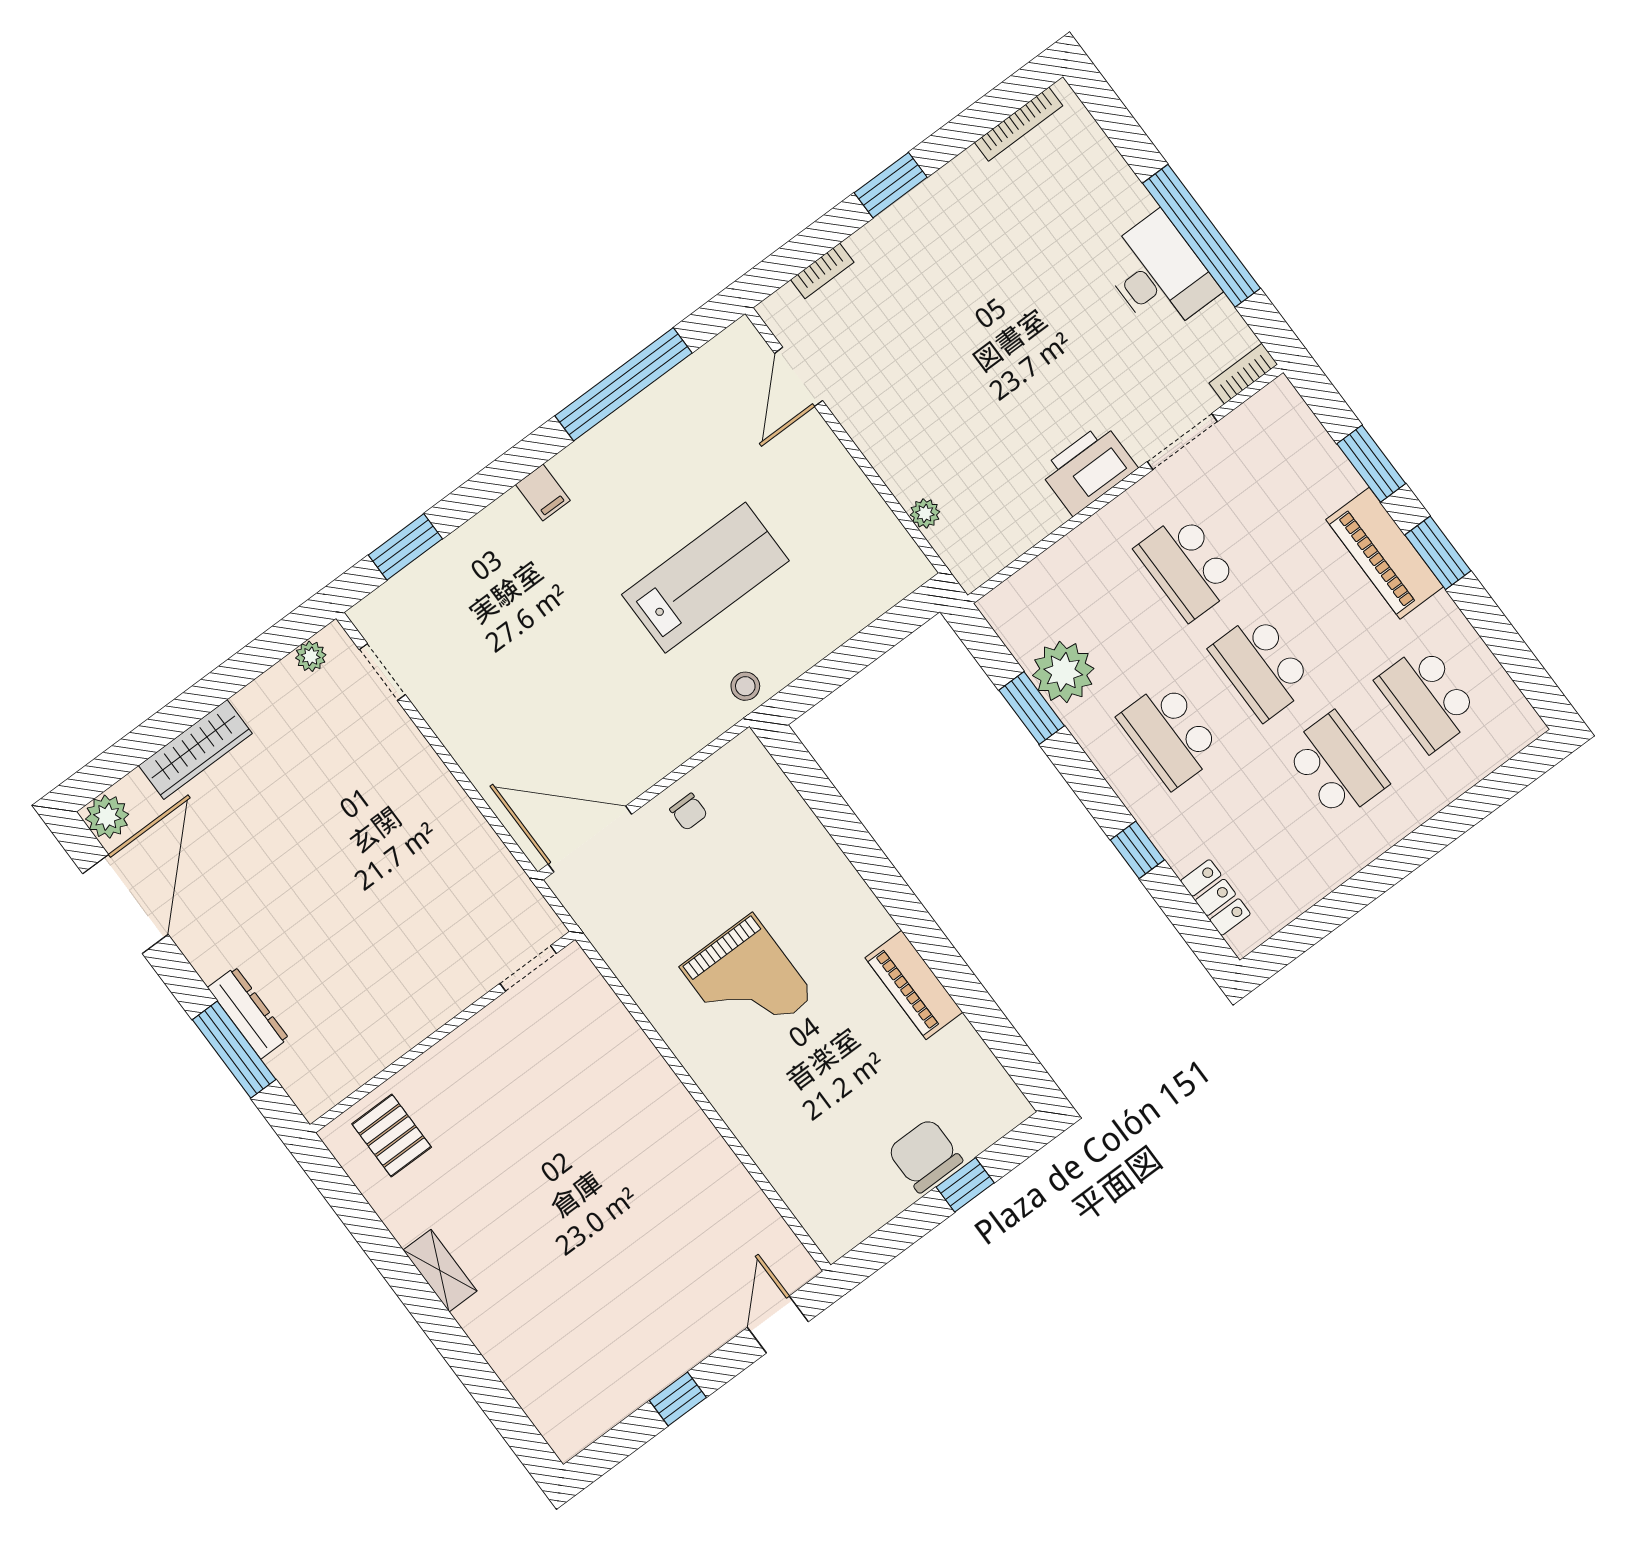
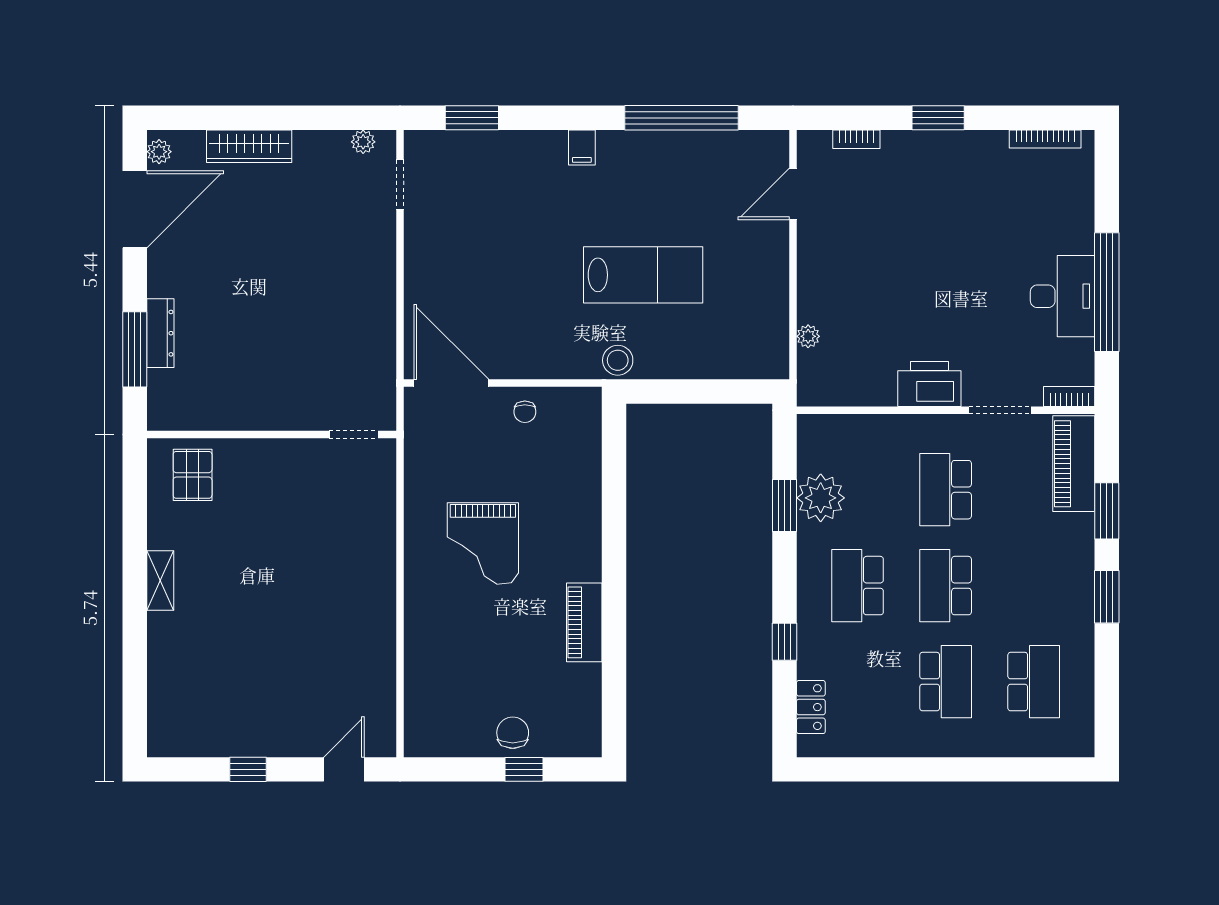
piano: (1385, 553) -> (1074, 464), moved
stool: (745, 686) -> (618, 360), width x1.37, depth x1.37
school desk: (1428, 698) -> (1034, 682), turned 180
plant: (107, 817) -> (159, 152), width x0.73, depth x0.73
chair: (925, 1155) -> (513, 733), width x0.73, depth x0.73

